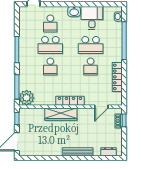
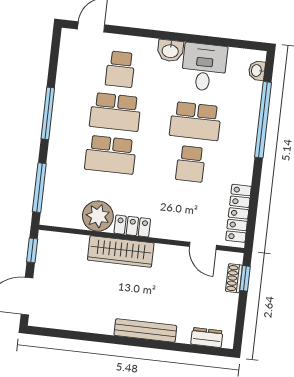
school desk: (50, 67) -> (111, 155), width x1.85
locker: (117, 77) -> (239, 213), moved
plant: (27, 98) -> (98, 216), moved
locker: (70, 101) -> (132, 226), width x0.66
door: (101, 107) -> (203, 246), hinge flipped

